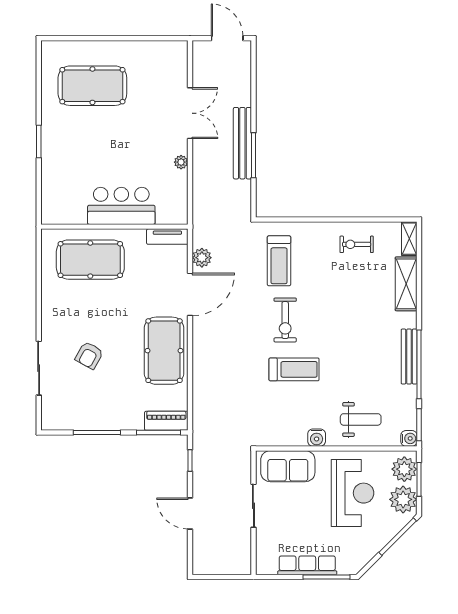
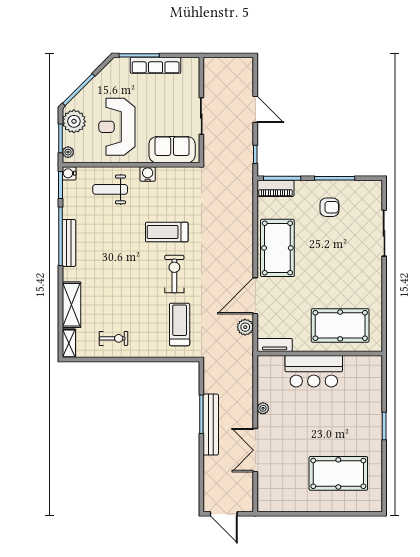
armchair: (89, 355) -> (330, 207), moved, turned 61
plant: (404, 469) -> (68, 152), width x0.53, depth x0.53

